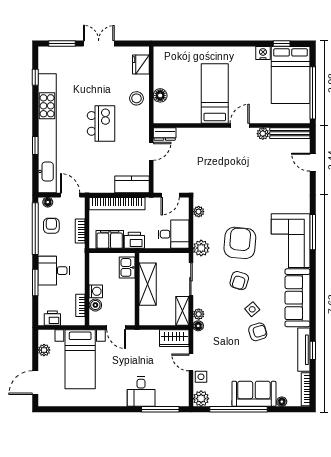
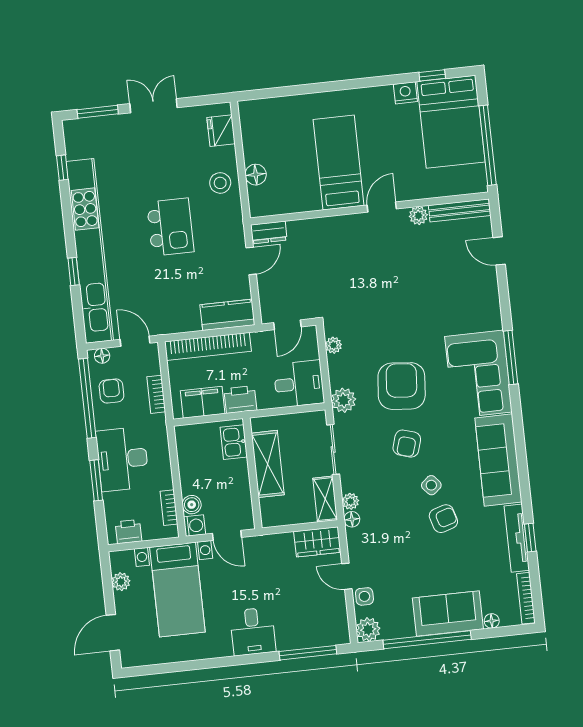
desk: (54, 271) -> (123, 459), width x1.37
washing machine: (96, 291) -> (195, 526), moved
desk: (141, 392) -> (253, 631), moved

